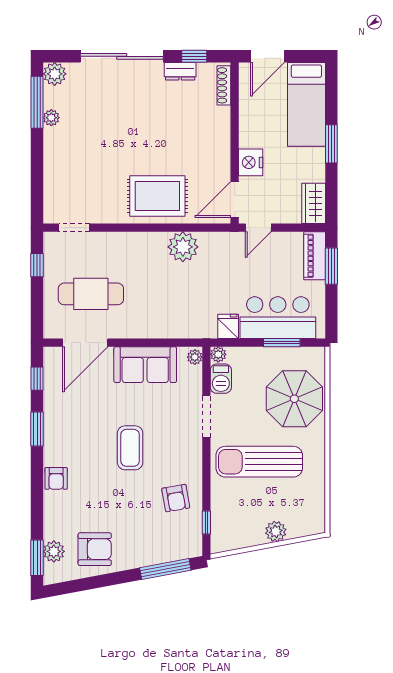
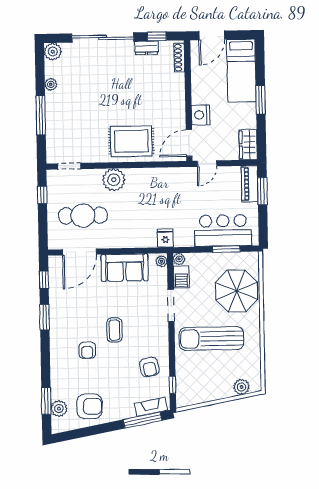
window: (37, 102) -> (41, 115), moved
plant: (183, 247) -> (114, 180), moved
fridge: (228, 326) -> (165, 238), moved
coffee table: (130, 448) -> (114, 330), width x0.73, depth x0.77
armchair: (56, 478) -> (87, 350), moved
plant: (276, 531) -> (241, 387), moved
fireplace: (177, 551) -> (151, 407), added
window: (37, 558) -> (46, 401), moved

